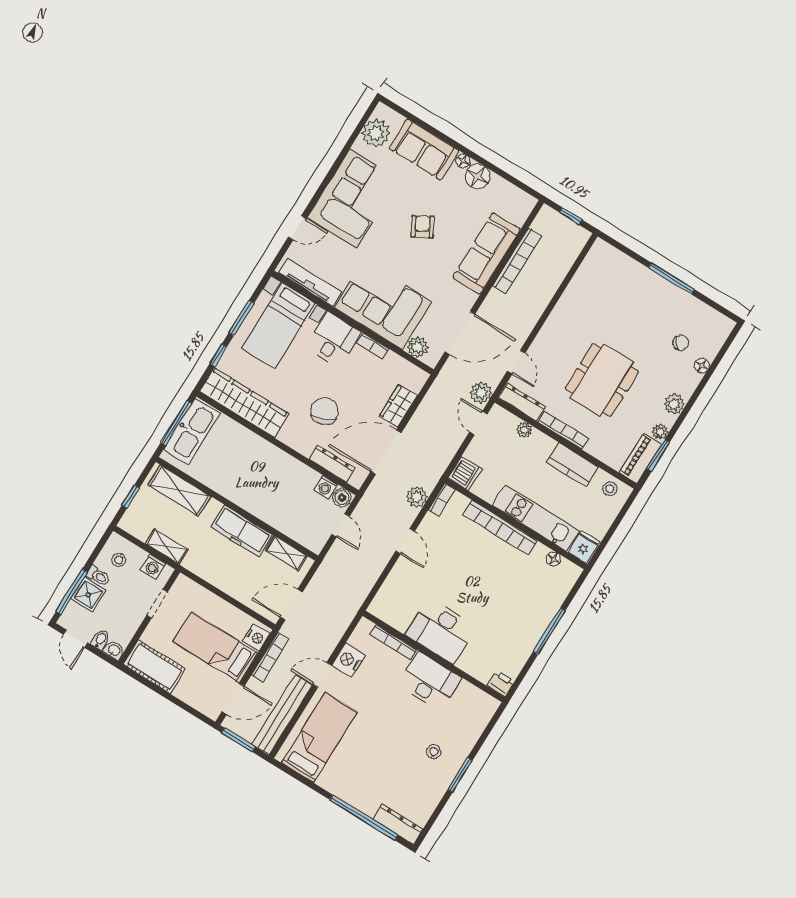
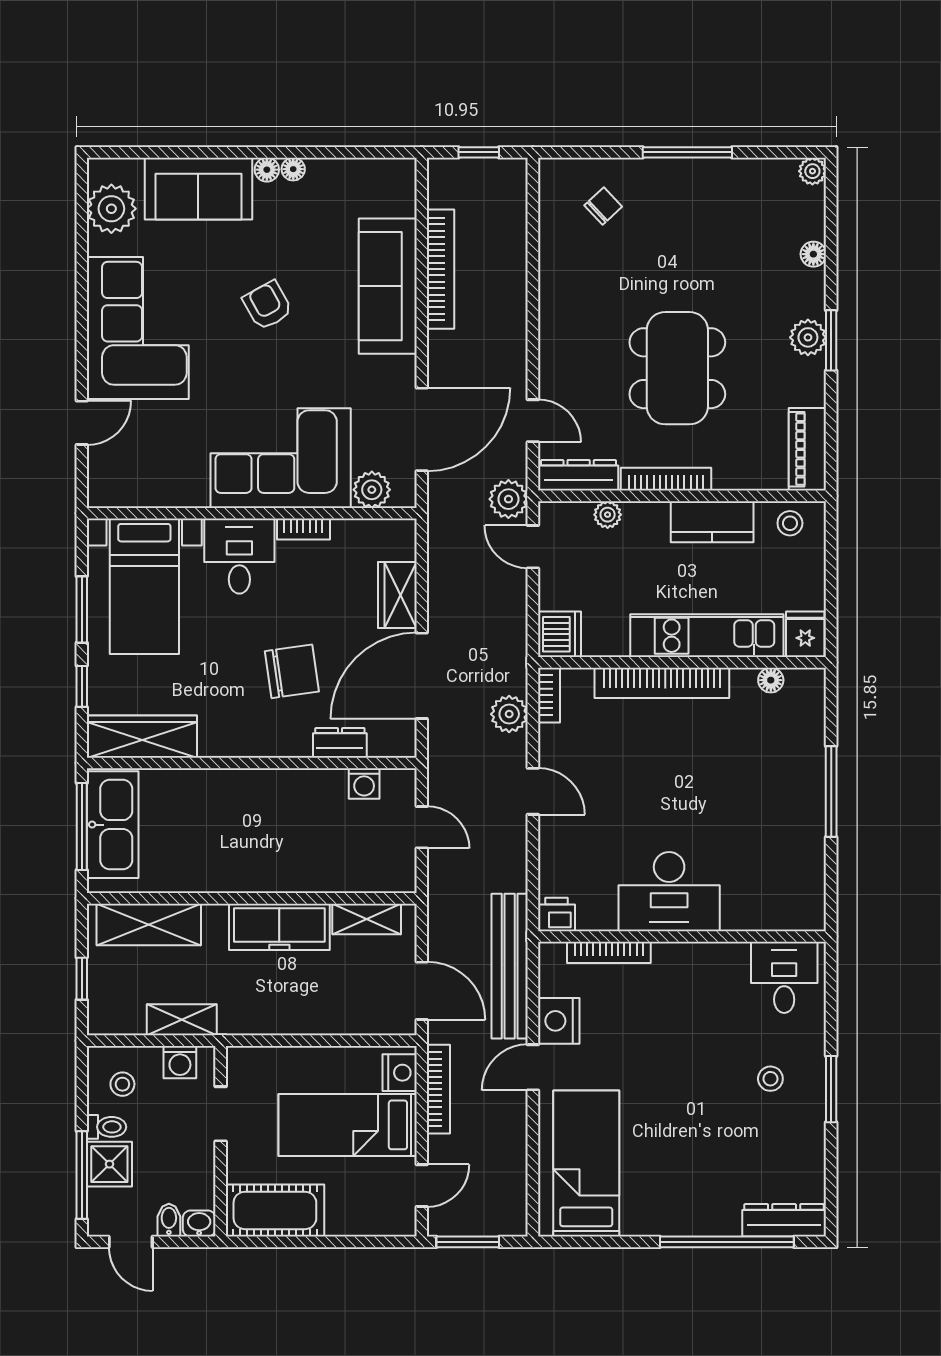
floor lamp: (478, 176) -> (293, 169), width x0.53, depth x0.53
tv unit: (310, 283) -> (152, 493), removed
chair: (681, 343) -> (603, 206), moved
wardrobe: (244, 402) -> (142, 737), width x0.71, depth x0.85
chair: (324, 411) -> (292, 671), turned 105
plant: (660, 432) -> (812, 171), moved
window: (658, 455) -> (831, 340), moved
dresser: (332, 464) -> (340, 743), width x0.70
boiler: (342, 498) -> (398, 784), removed
door: (291, 605) -> (422, 991), swing flipped
desk: (430, 681) -> (784, 977), moved, width x0.73
printer: (501, 683) -> (556, 915), moved
door: (233, 699) -> (422, 1186), width x0.73
bench: (282, 715) -> (510, 966), moved

